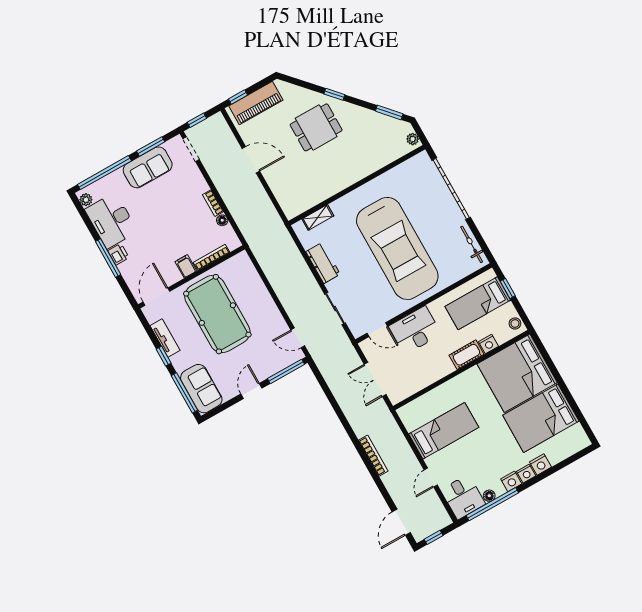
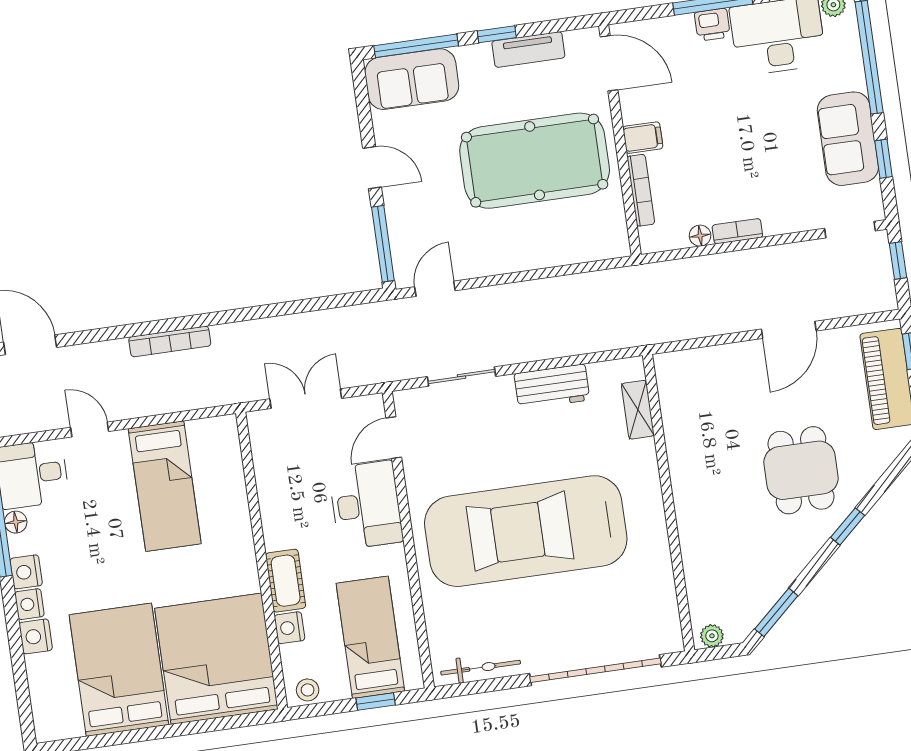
window: (151, 146) -> (883, 159), width x0.67

